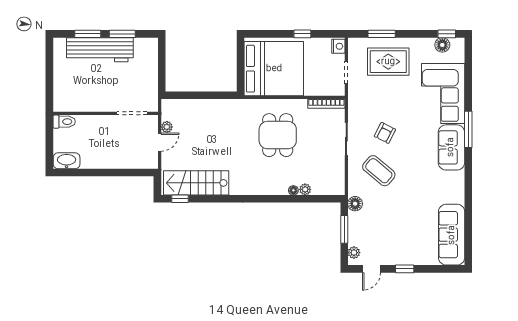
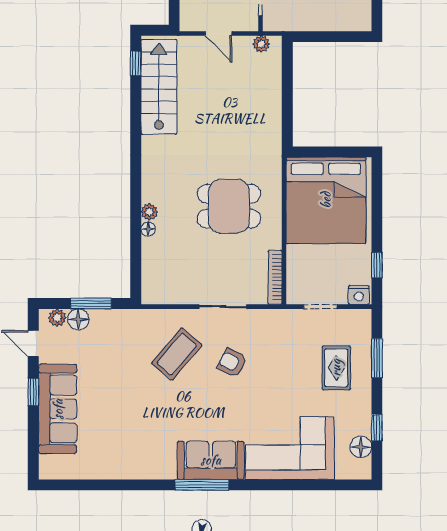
window: (302, 34) -> (377, 265), moved
window: (447, 34) -> (377, 428), moved
rug: (388, 62) -> (336, 368), width x0.73, depth x0.70
plant: (167, 127) -> (261, 44), moved
window: (468, 129) -> (202, 485), moved
plant: (305, 189) -> (149, 212), moved
floor lamp: (355, 204) -> (78, 319), moved
sofa: (452, 235) -> (58, 409), moved, turned 90

